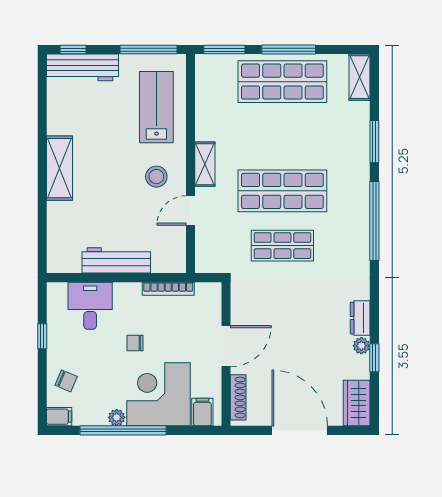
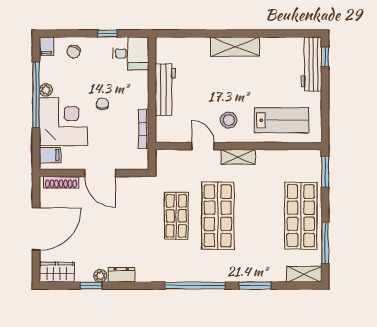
window: (149, 50) -> (325, 114), removed
window: (289, 50) -> (325, 243), moved
desk: (90, 306) -> (131, 53), moved

